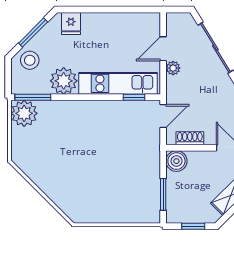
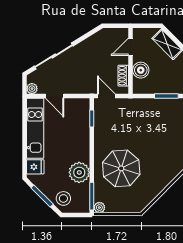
plant: (173, 68) -> (32, 89), moved
kitchen unit: (118, 83) -> (35, 128), moved, turned 180
plant: (24, 113) -> (99, 207), width x0.53, depth x0.53
parasol: (69, 136) -> (121, 168), added
boiler: (176, 161) -> (141, 70), moved

